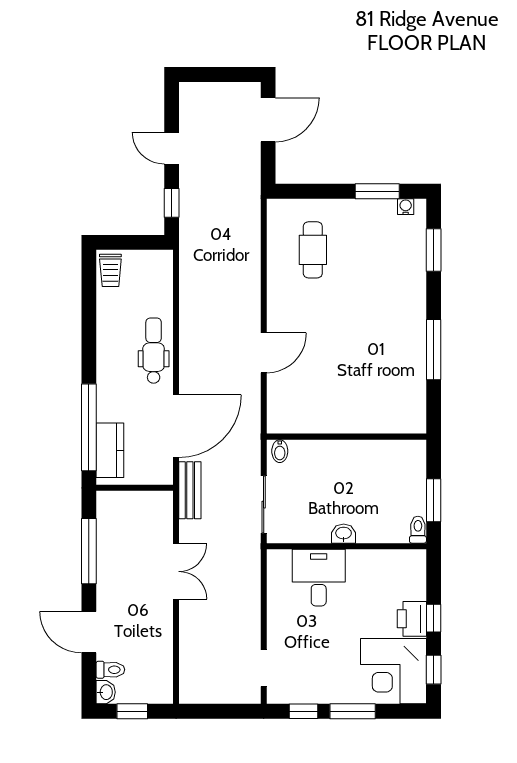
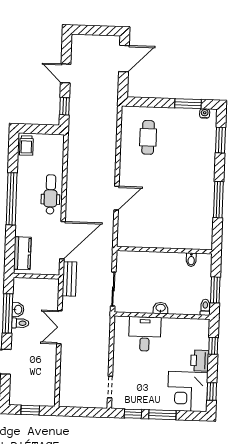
window: (89, 427) -> (12, 199), moved
bidet: (280, 451) -> (191, 260), moved
double door: (176, 571) -> (59, 327), swing flipped
window: (434, 618) -> (213, 346), moved
toilet: (110, 670) -> (20, 323), moved
washbasin: (106, 692) -> (18, 310), moved

